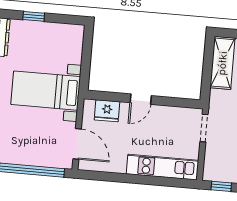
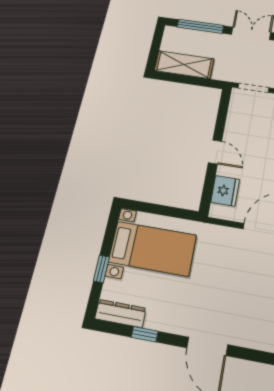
bed with nightstands: (46, 91) -> (153, 249), moved, turned -90

